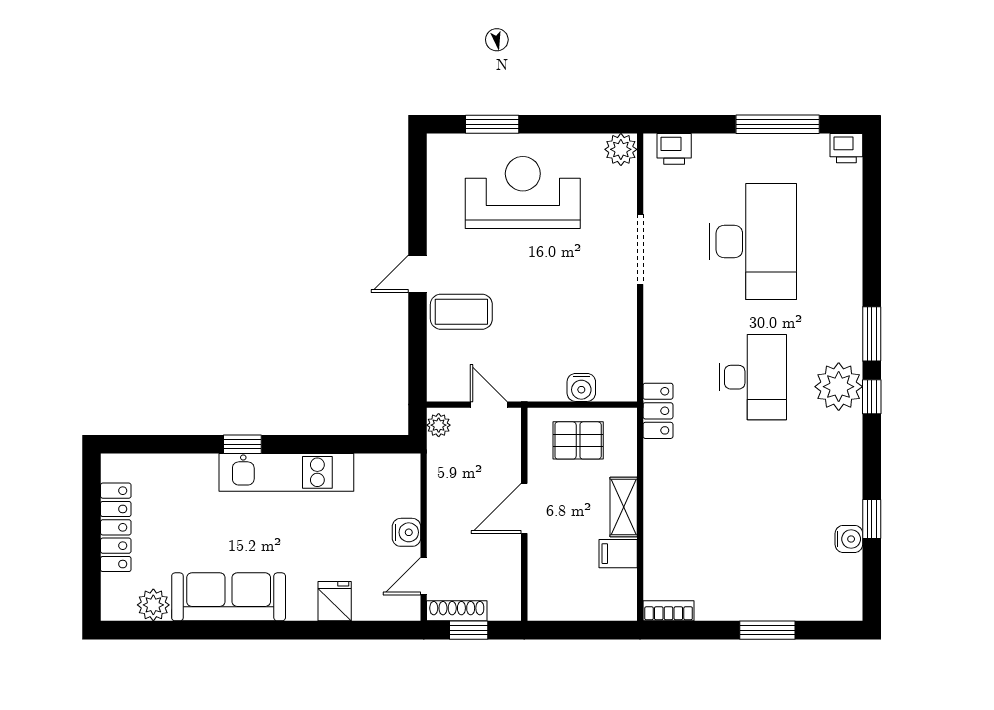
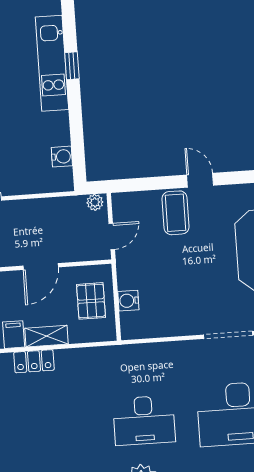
locker: (658, 411) -> (34, 361), moved
kitchen unit: (286, 472) -> (52, 63), moved
door: (524, 508) -> (41, 267), swing flipped
water cooler: (406, 532) -> (62, 157), moved, turned -90

